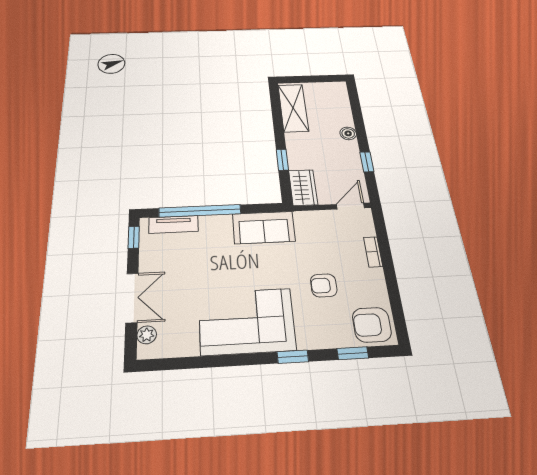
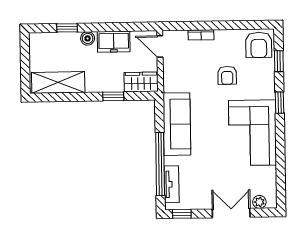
freezer: (349, 158) -> (114, 42), added
window: (367, 162) -> (67, 28), moved
sofa: (264, 227) -> (177, 124), width x1.36

